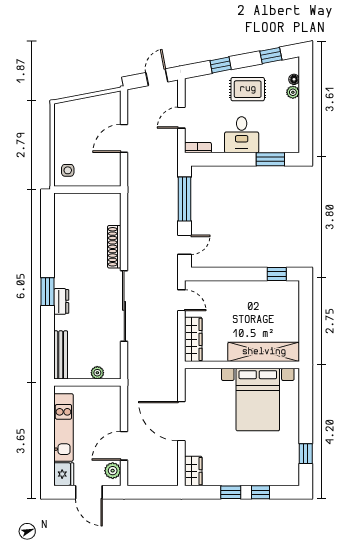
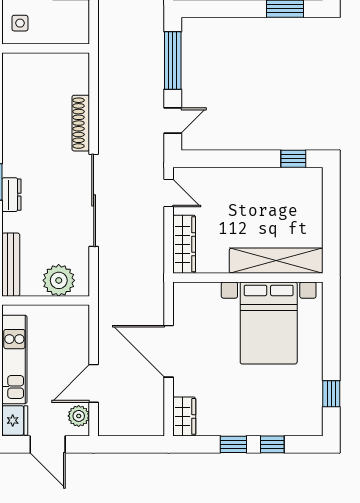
plant: (97, 373) -> (59, 280), width x1.87, depth x1.87

